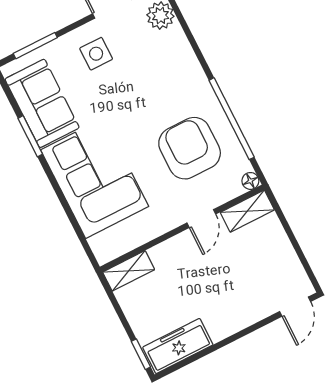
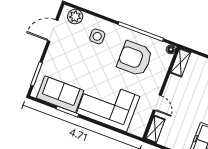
side table: (96, 54) -> (97, 36), moved
door: (201, 219) -> (157, 103), moved

